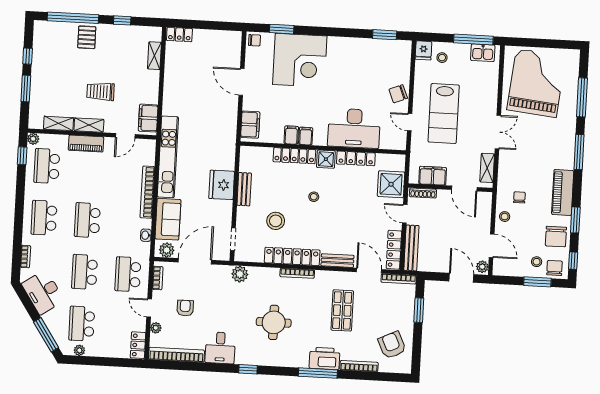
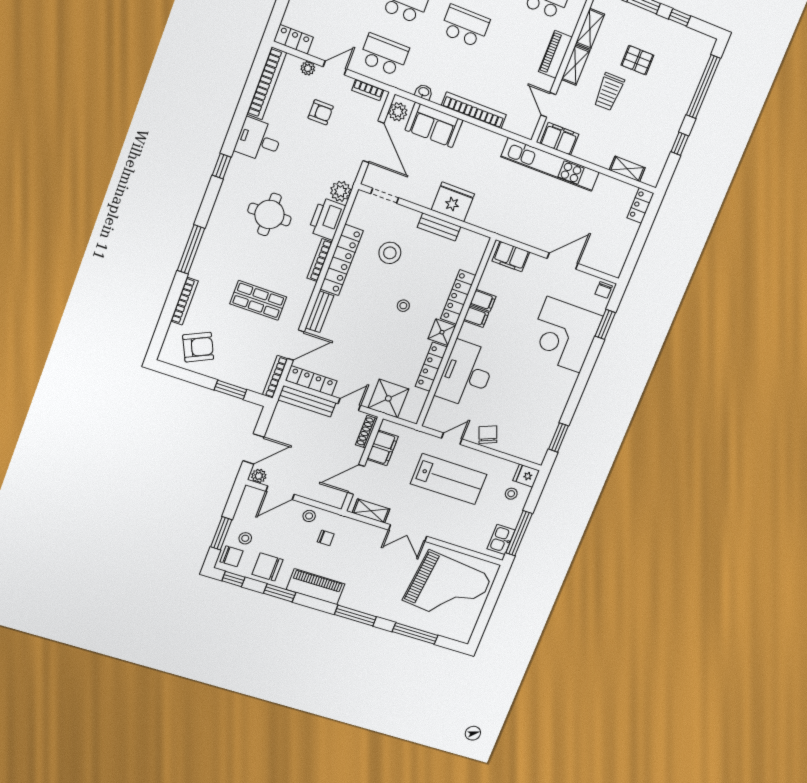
pallet: (87, 37) -> (637, 60), moved
trolley: (100, 92) -> (609, 92), turned 180
lab bench: (444, 114) -> (449, 479), turned 180
kitchen unit: (168, 157) -> (550, 165), moved
printer: (325, 358) -> (327, 219), moved, turned 180

